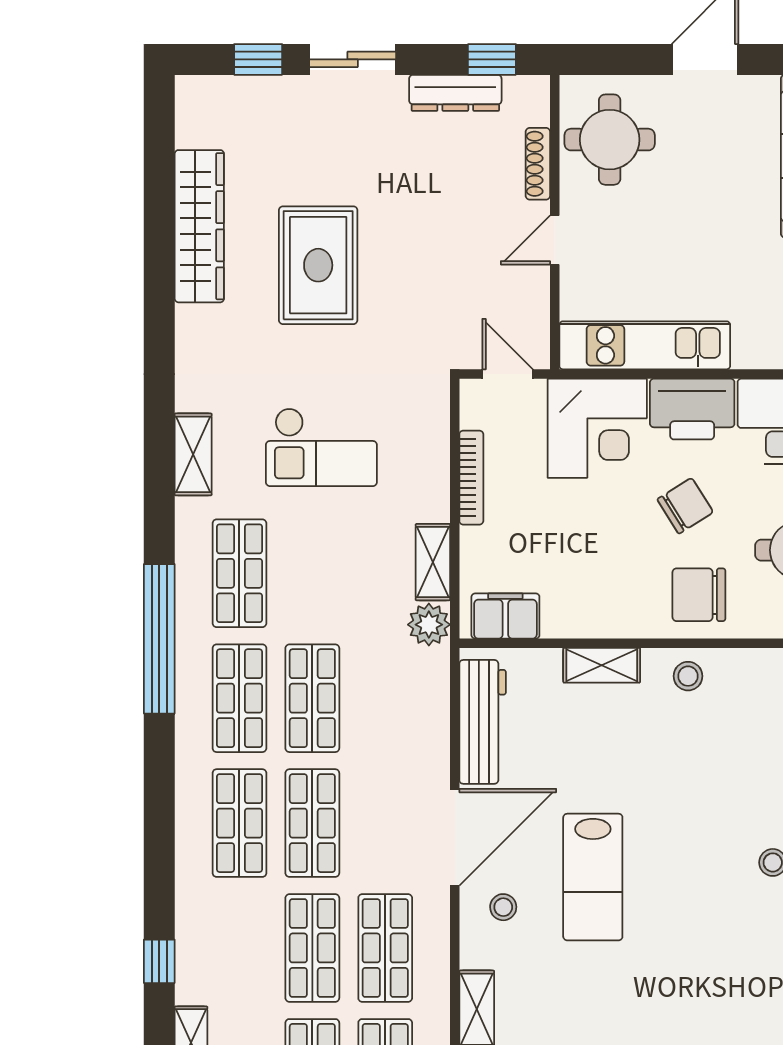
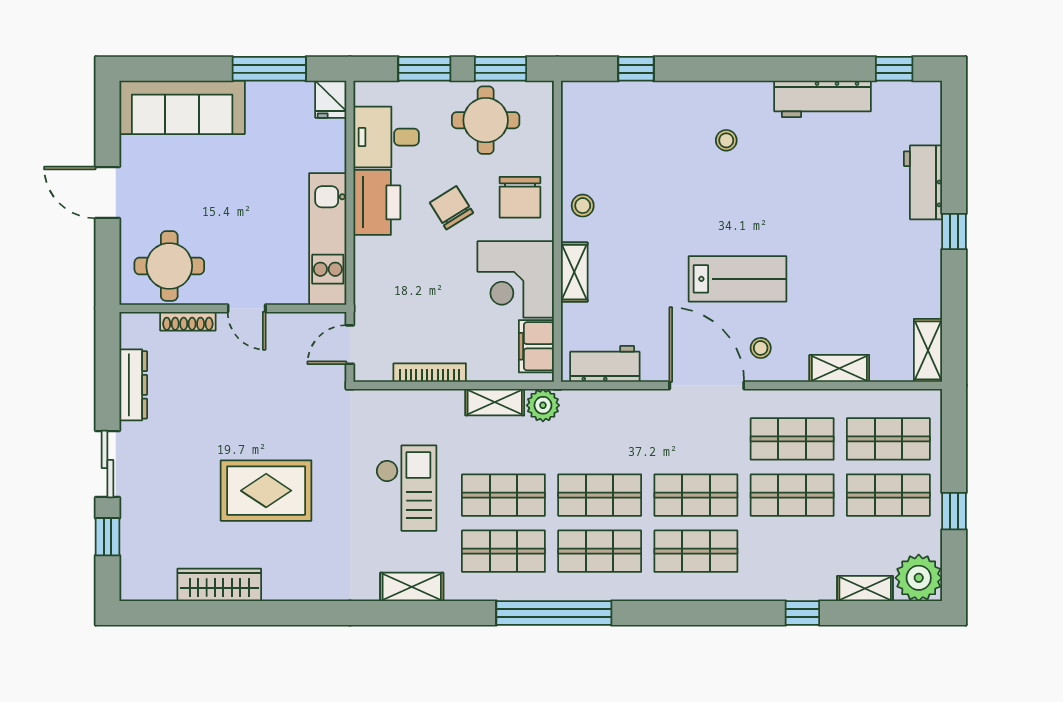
window: (492, 59) -> (107, 357), removed
wardrobe: (199, 226) -> (219, 585), width x0.71, depth x0.85
corner desk: (597, 428) -> (516, 279), moved, turned 180
shop shelf: (312, 573) -> (503, 495), added
workbench: (483, 722) -> (605, 364), width x0.73

